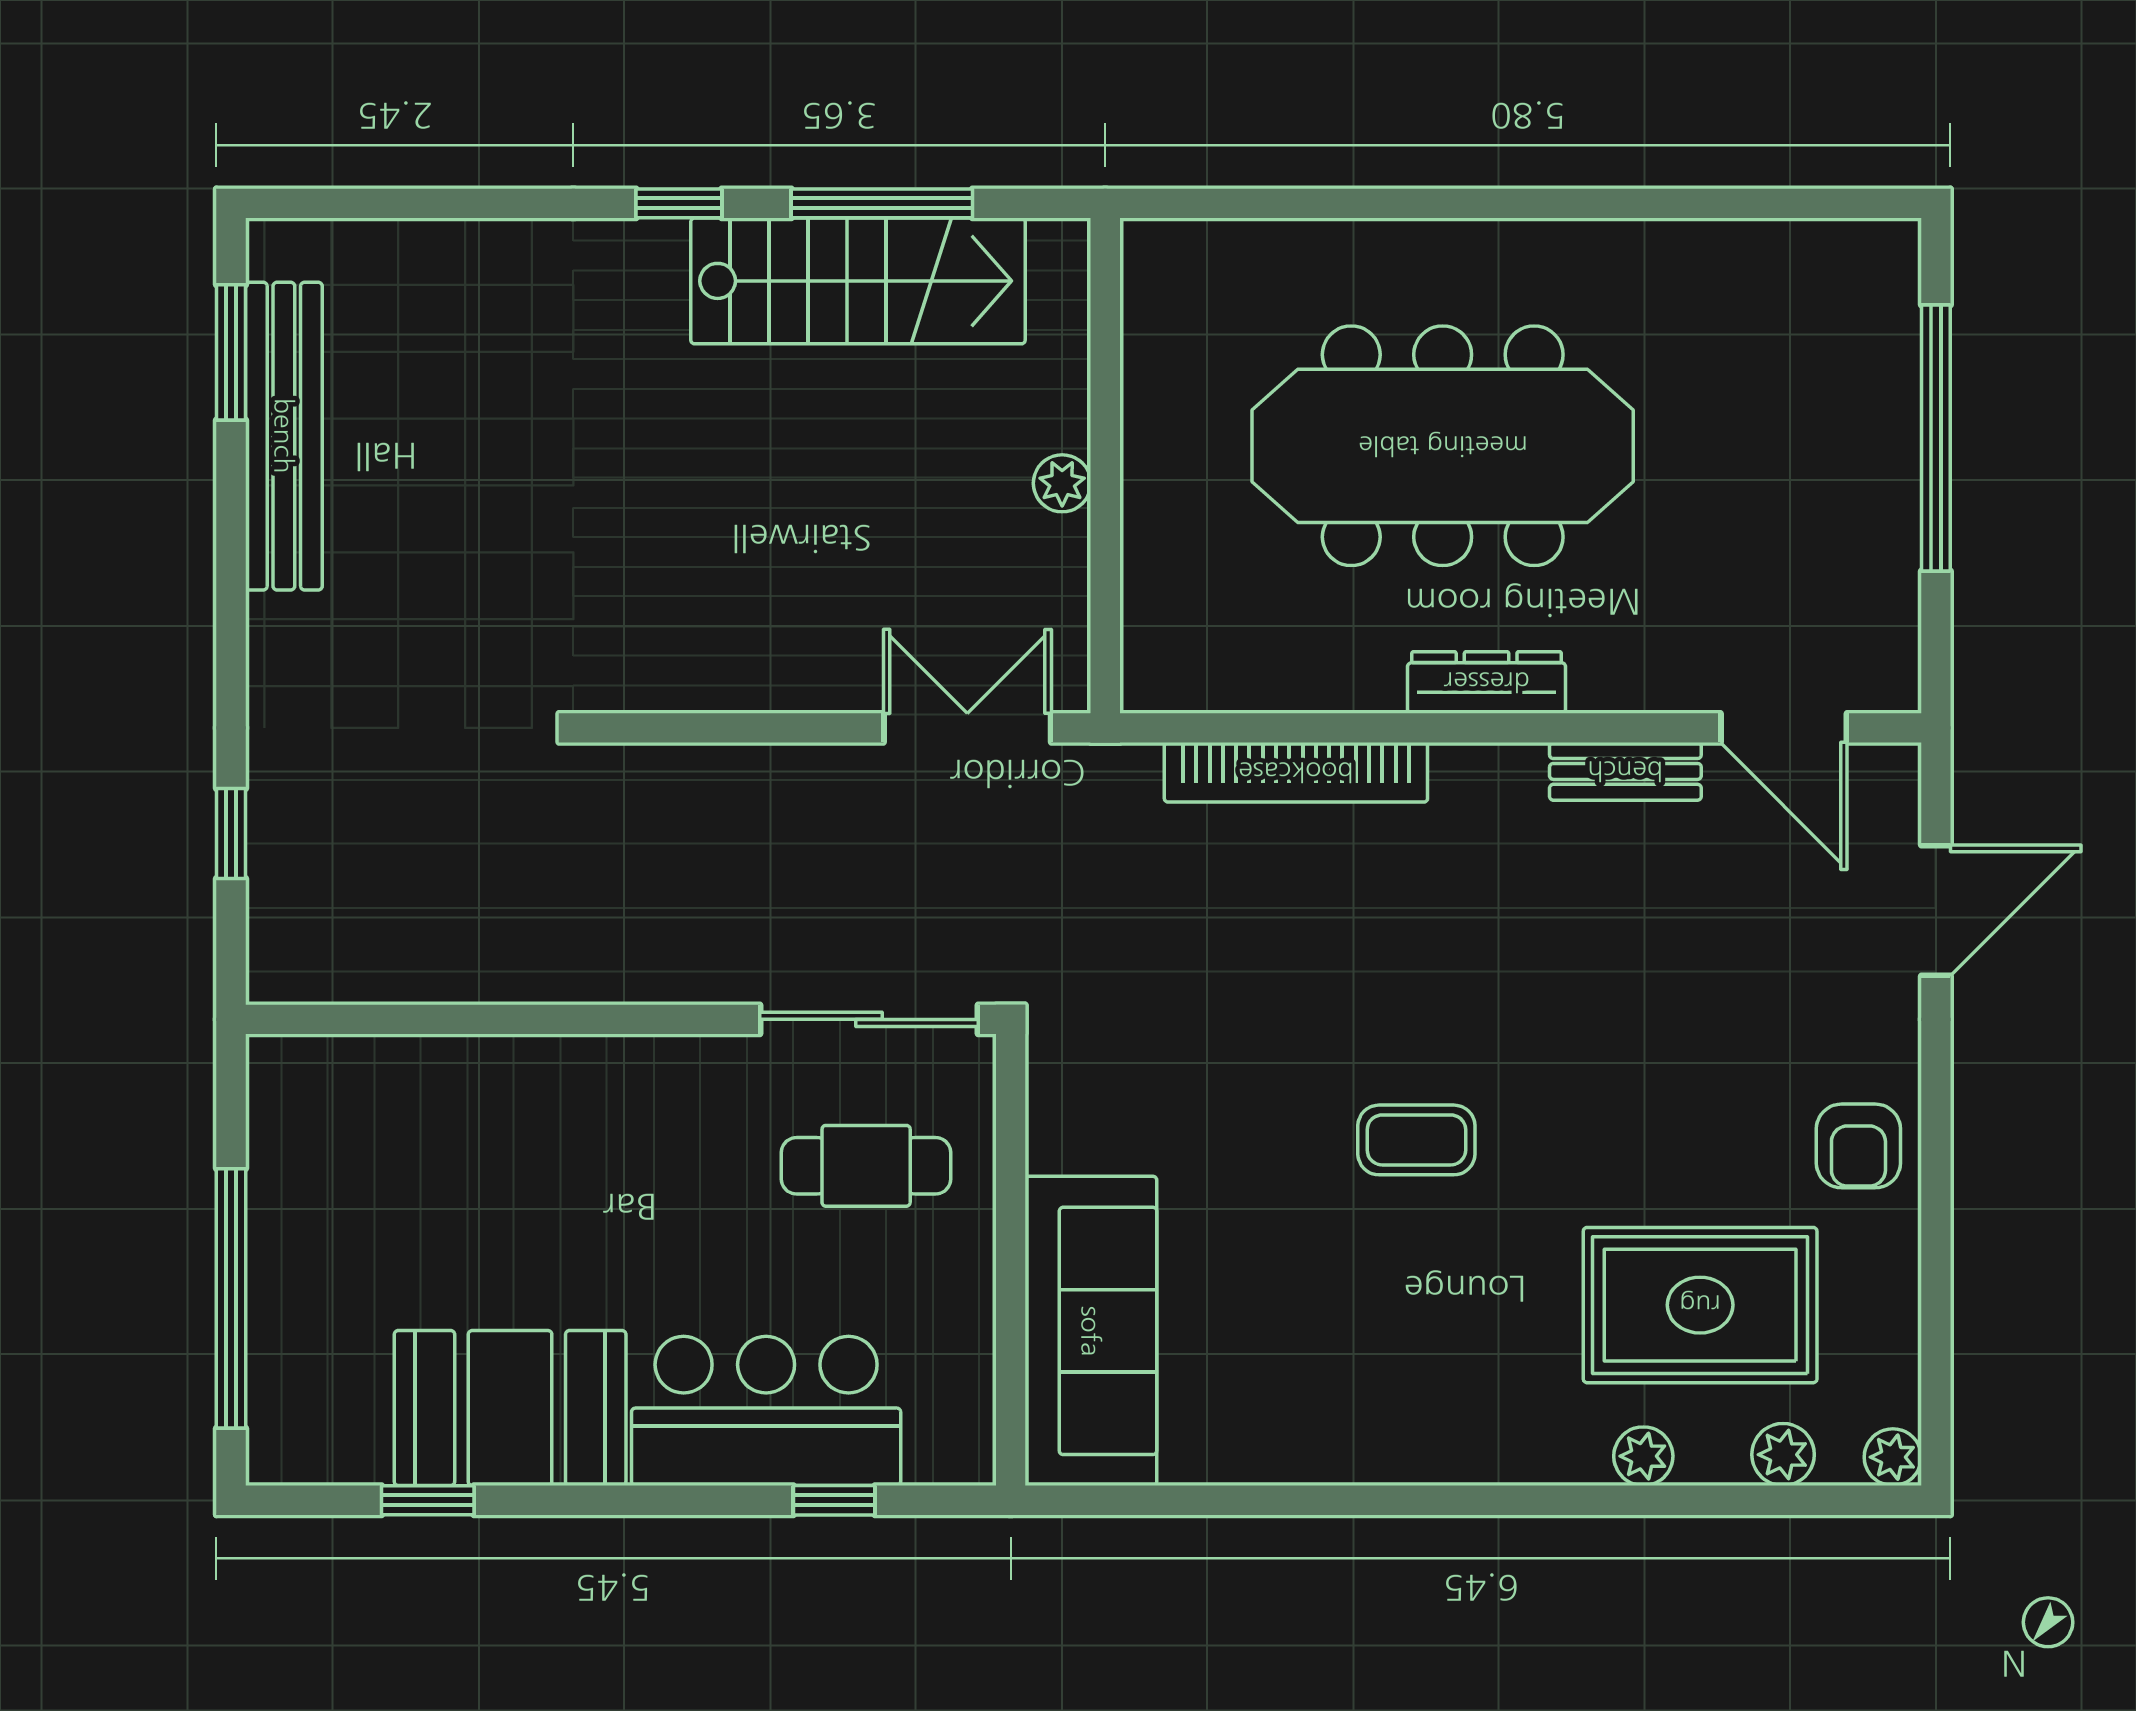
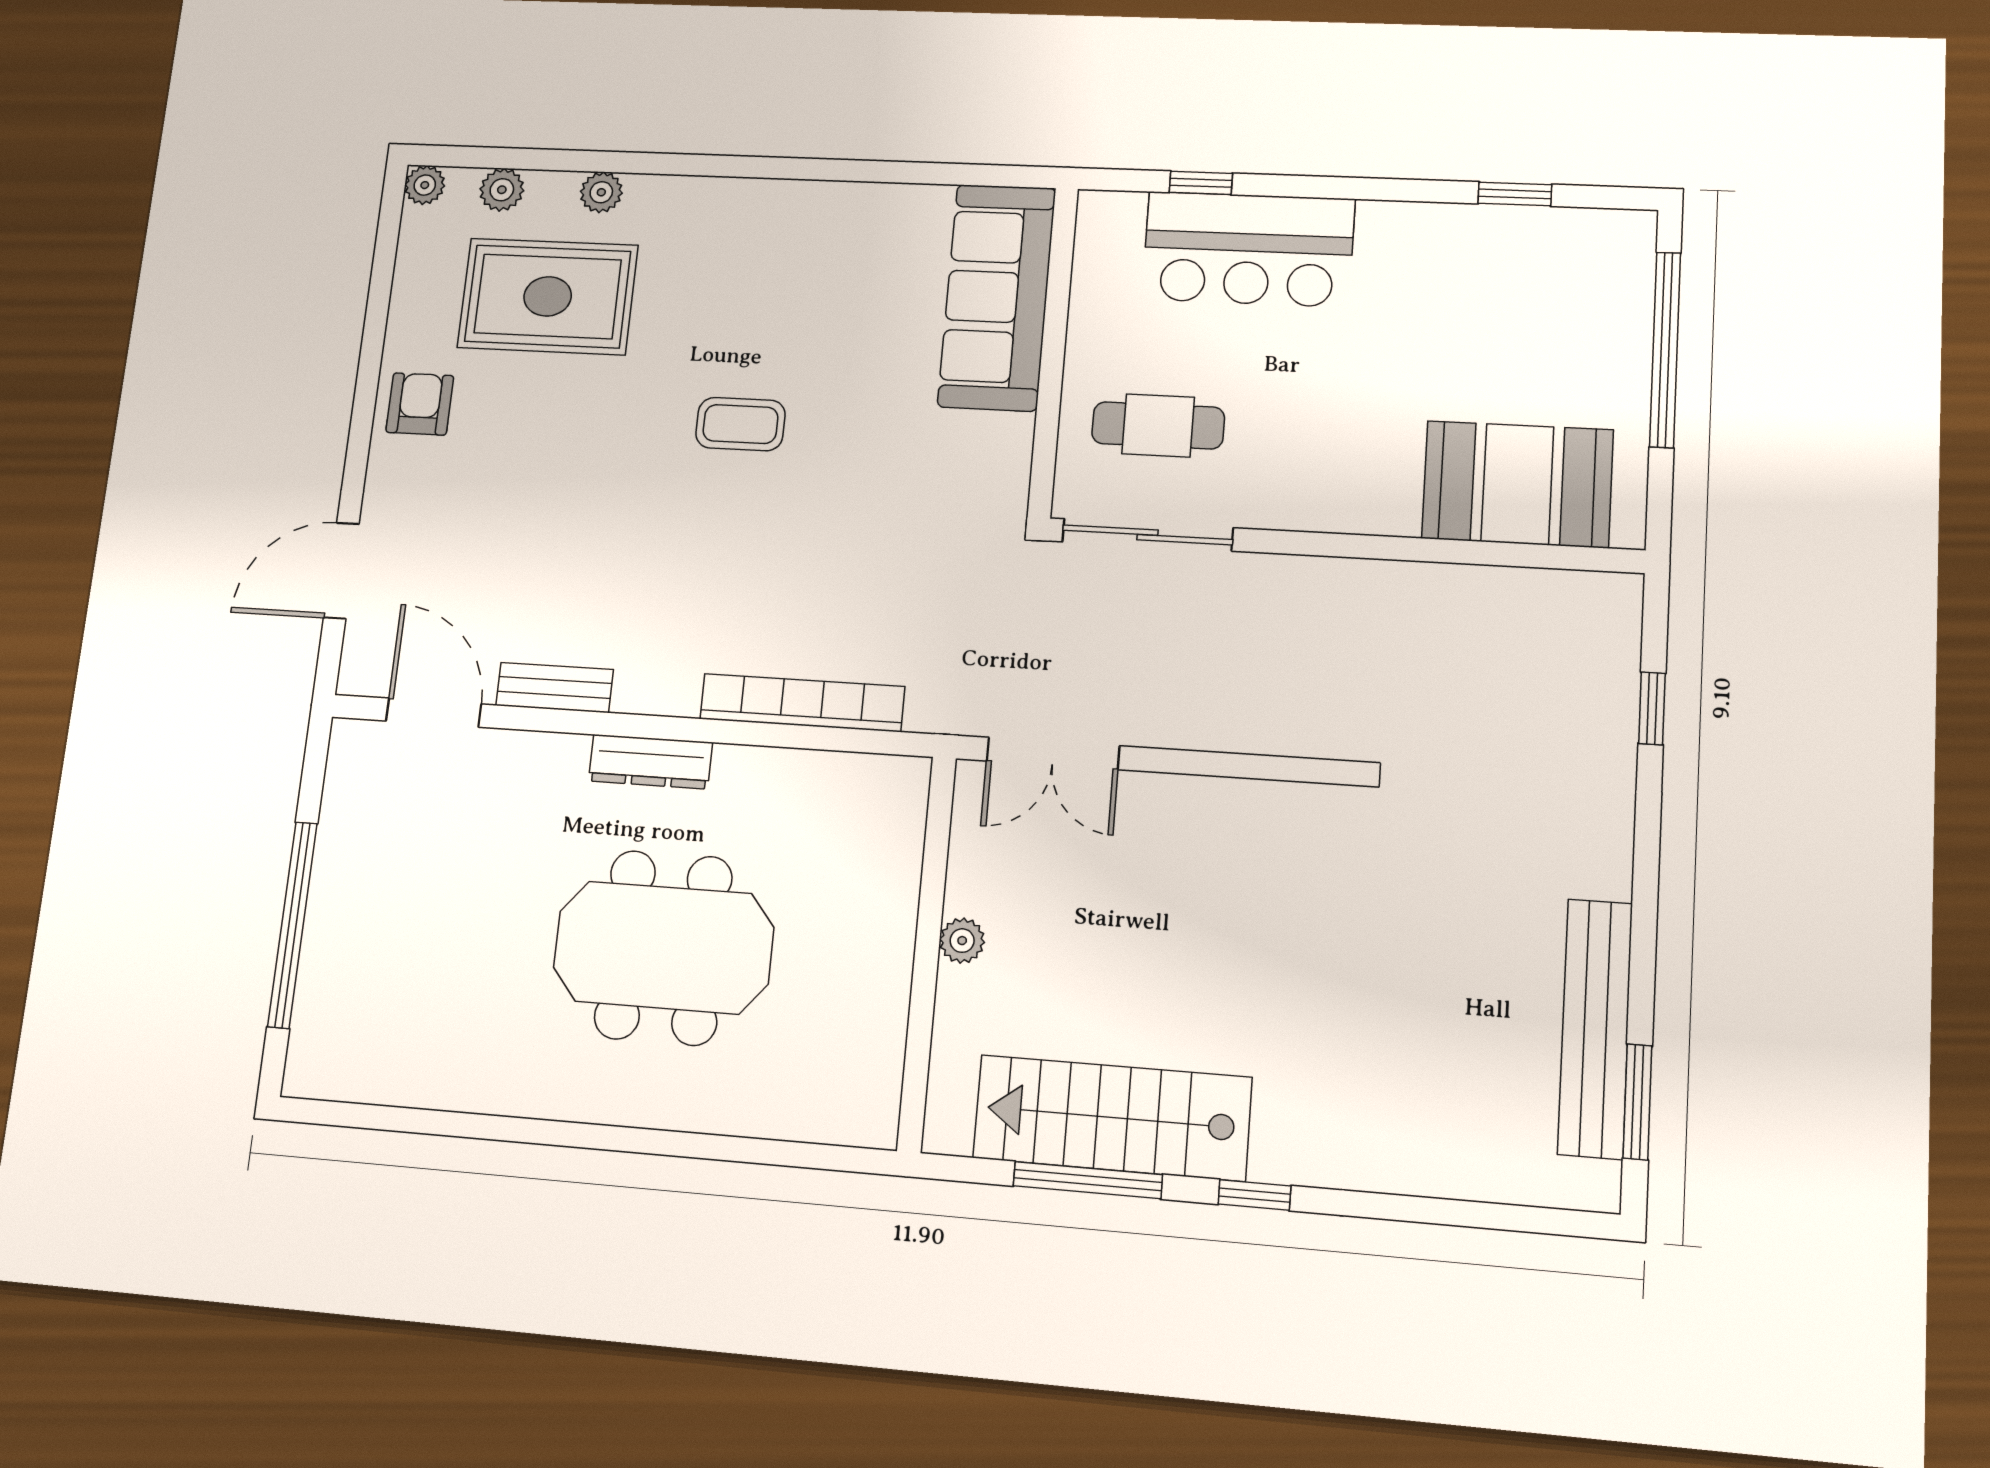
meeting table: (1443, 446) -> (663, 947), width x0.73
booth: (510, 1408) -> (1517, 484), moved

